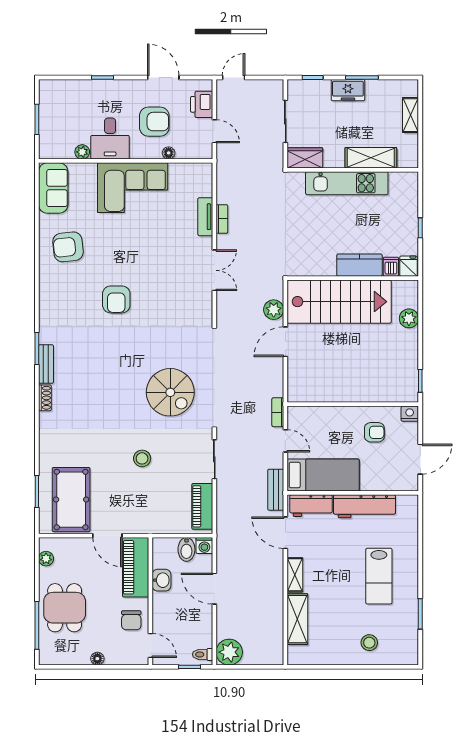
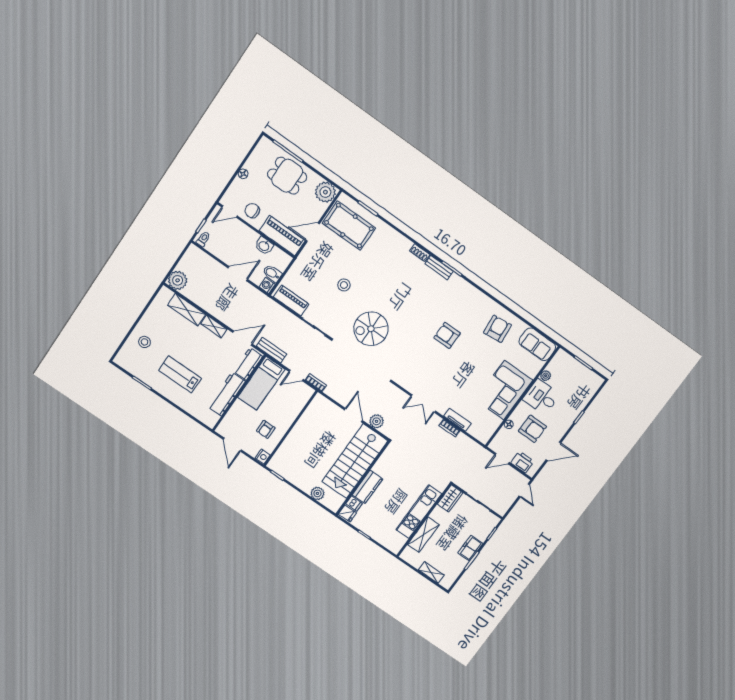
armchair: (154, 122) -> (532, 429), turned -90
plant: (46, 559) -> (325, 192), width x1.87, depth x1.87
plant: (229, 652) -> (178, 280), moved

